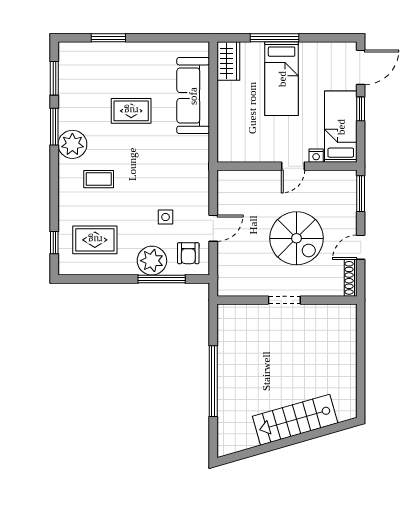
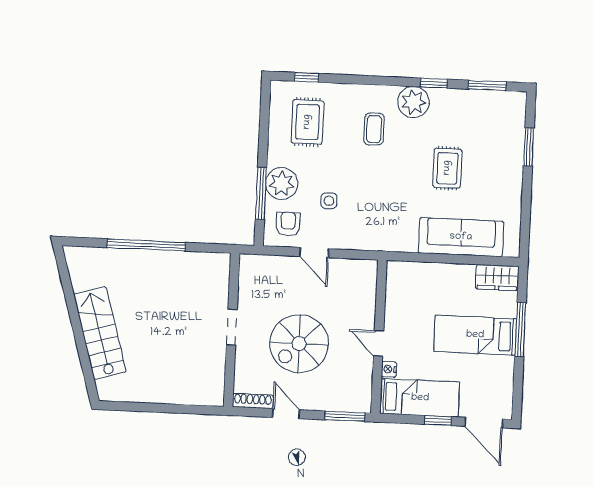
window: (54, 127) -> (434, 83), width x0.67
armchair: (188, 253) -> (288, 224), turned 90

